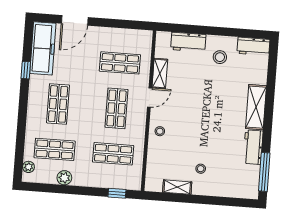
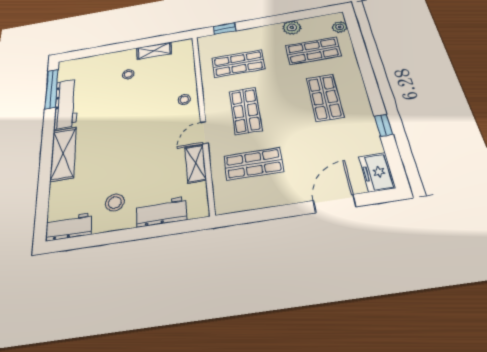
freezer: (43, 48) -> (377, 172), width x0.52, depth x0.79
workbench: (253, 147) -> (66, 104), width x1.38

